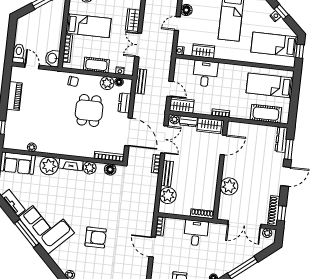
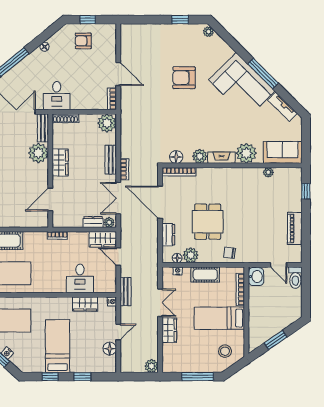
bench: (141, 81) -> (126, 292), moved
wardrobe: (209, 126) -> (60, 162), moved, turned 90
plant: (168, 196) -> (107, 123), moved
bench: (223, 208) -> (43, 128), added
desk: (196, 233) -> (57, 96), moved

